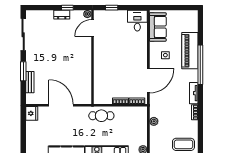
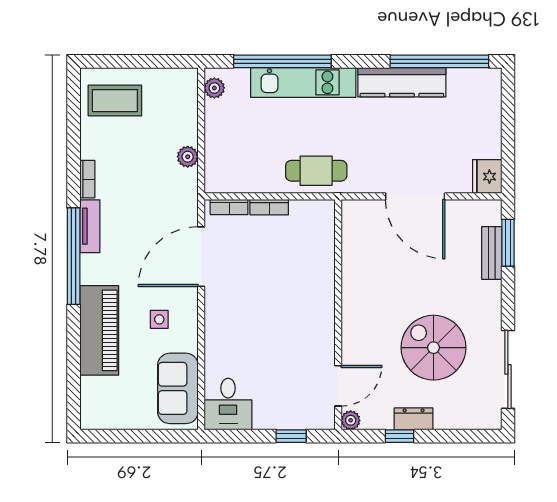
spiral stairs: (54, 44) -> (433, 348), added
window: (200, 65) -> (74, 256), moved
window: (23, 71) -> (508, 243), moved

